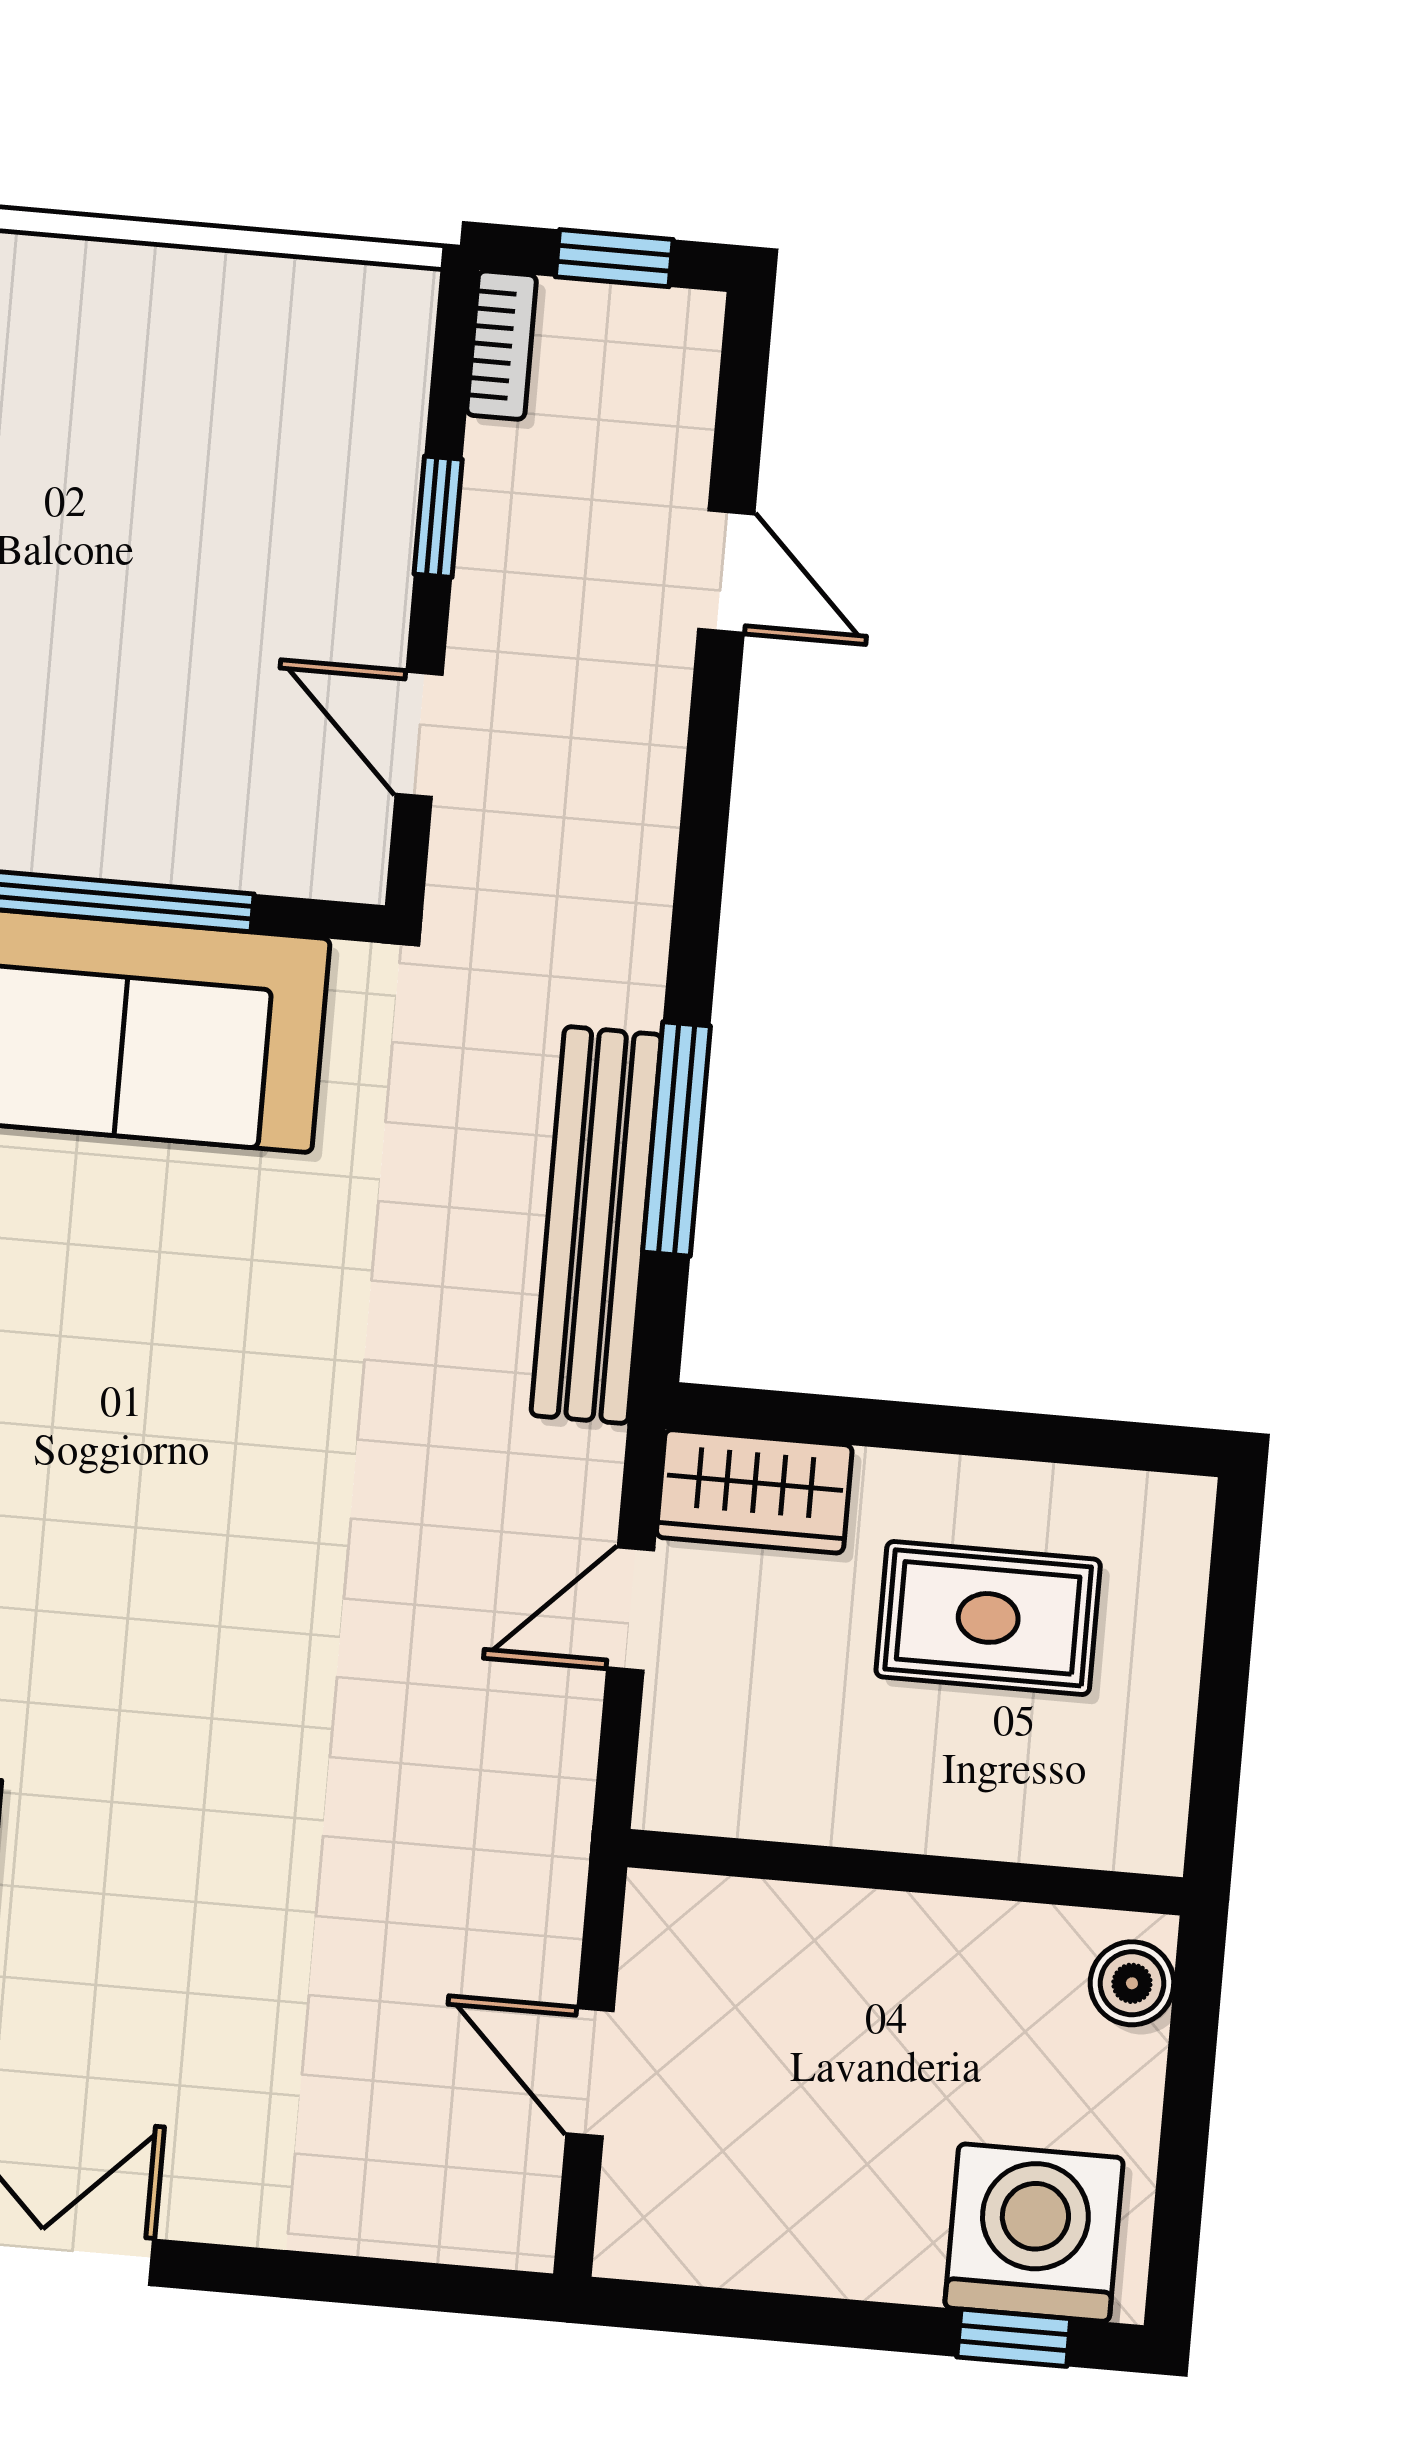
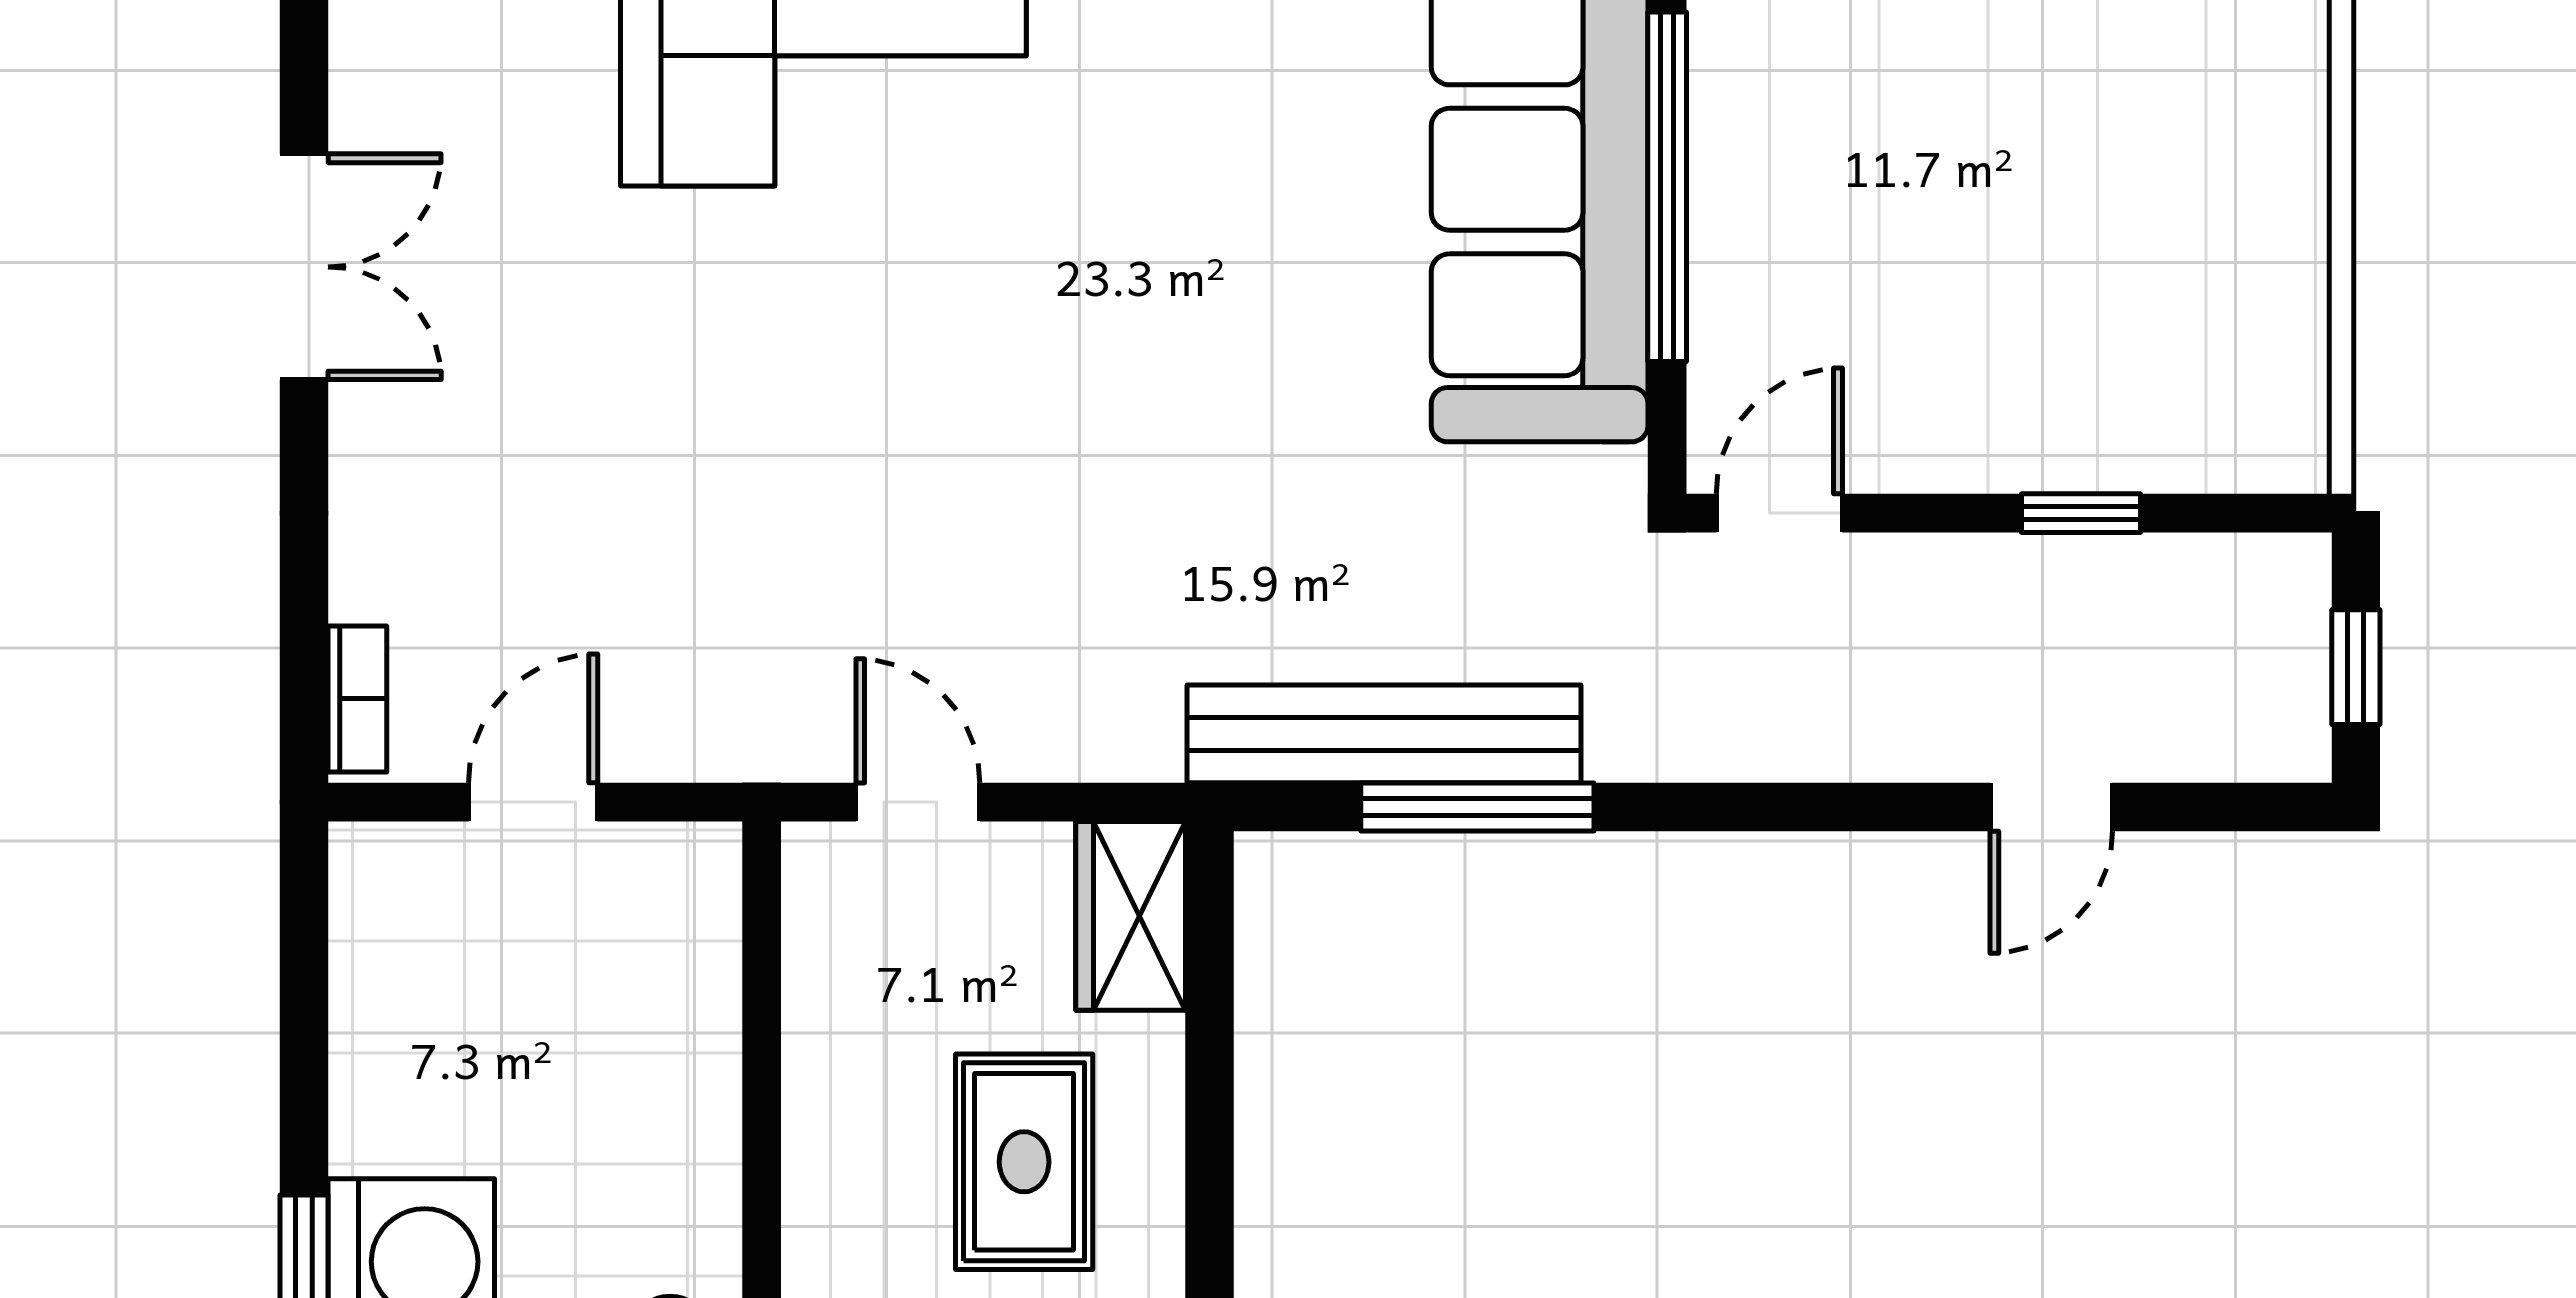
bookcase: (502, 345) -> (357, 699), moved, turned -90
door: (419, 734) -> (1779, 513), moved
door: (631, 1609) -> (918, 802), moved

